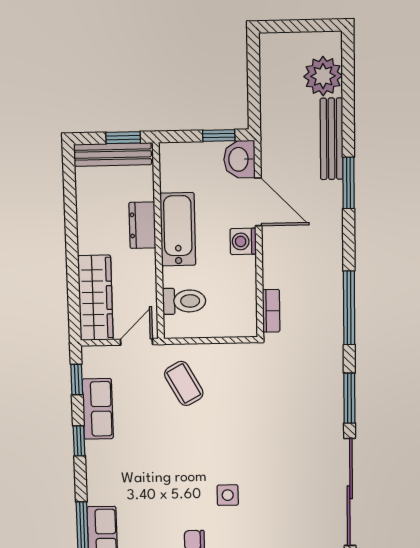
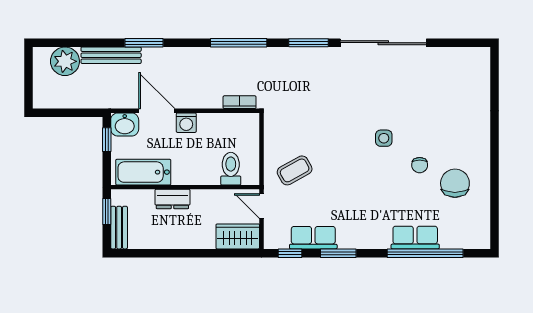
bench: (113, 154) -> (119, 228), width x0.73
door: (258, 202) -> (157, 111), hinge flipped
bathtub: (178, 229) -> (143, 172), moved
wardrobe: (95, 298) -> (238, 236), width x0.67
window: (79, 441) -> (338, 253), width x1.50

